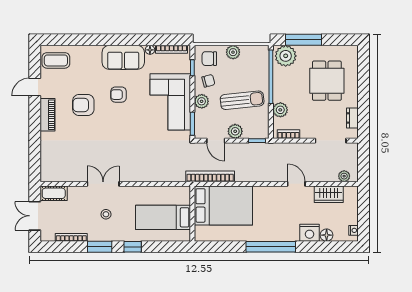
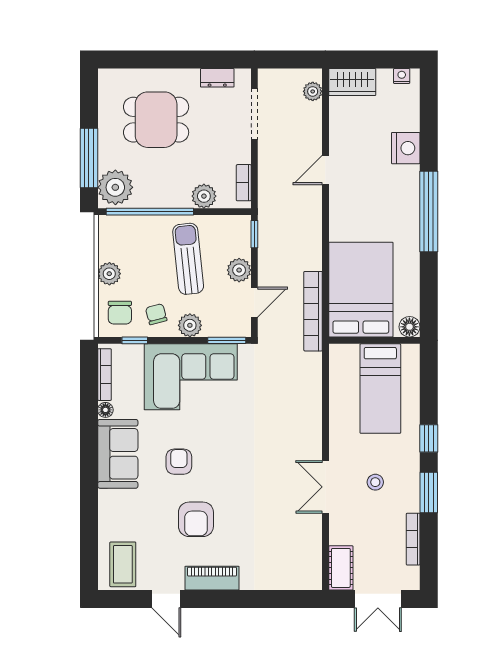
armchair: (119, 95) -> (179, 462), turned 180
wardrobe: (329, 194) -> (352, 82), moved, turned 90
floor lamp: (327, 235) -> (409, 327), moved

